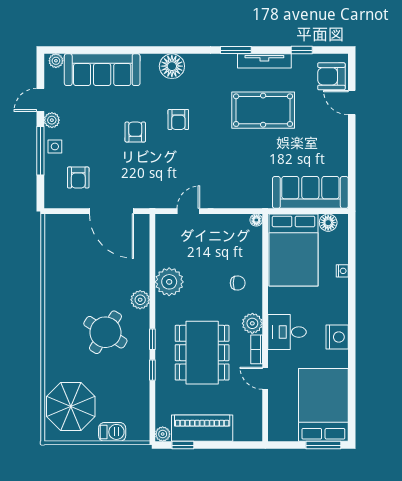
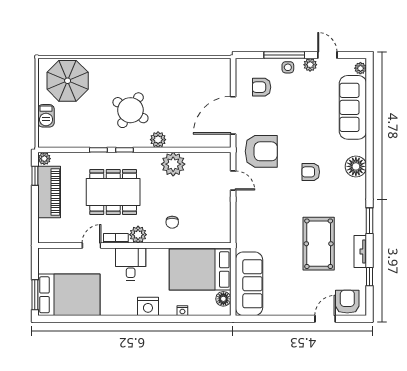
tv unit: (264, 61) -> (360, 251), width x0.71
armchair: (135, 132) -> (261, 151), moved, width x1.88, depth x1.88
floor lamp: (256, 220) -> (226, 238), removed
nightstand: (337, 337) -> (148, 306), moved

